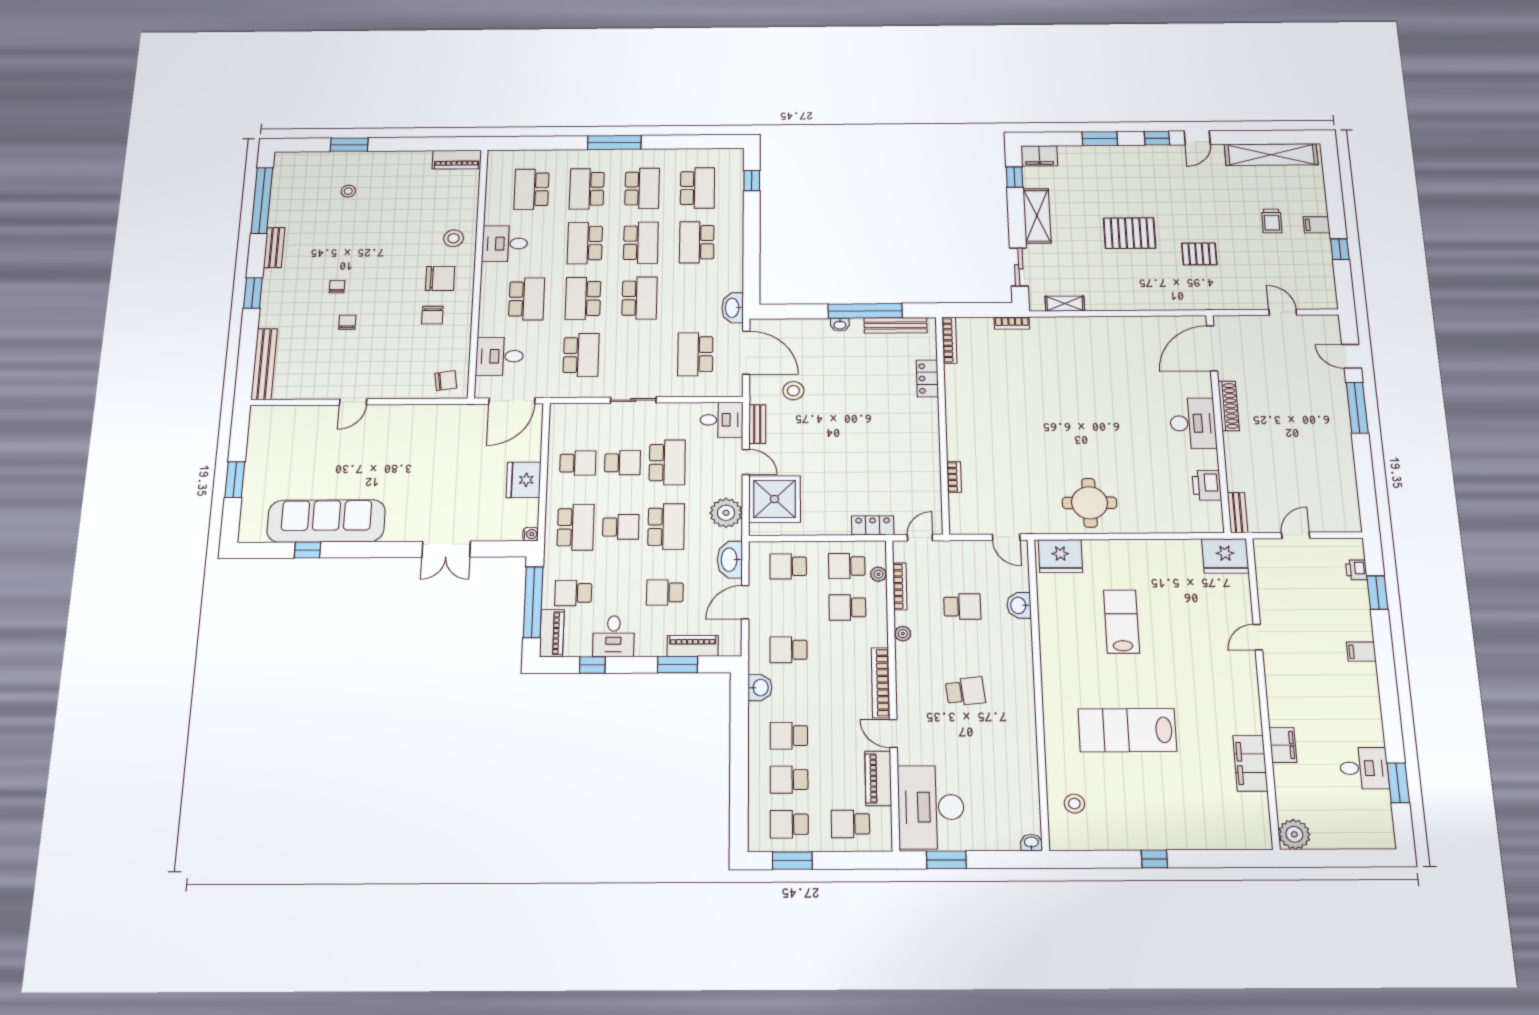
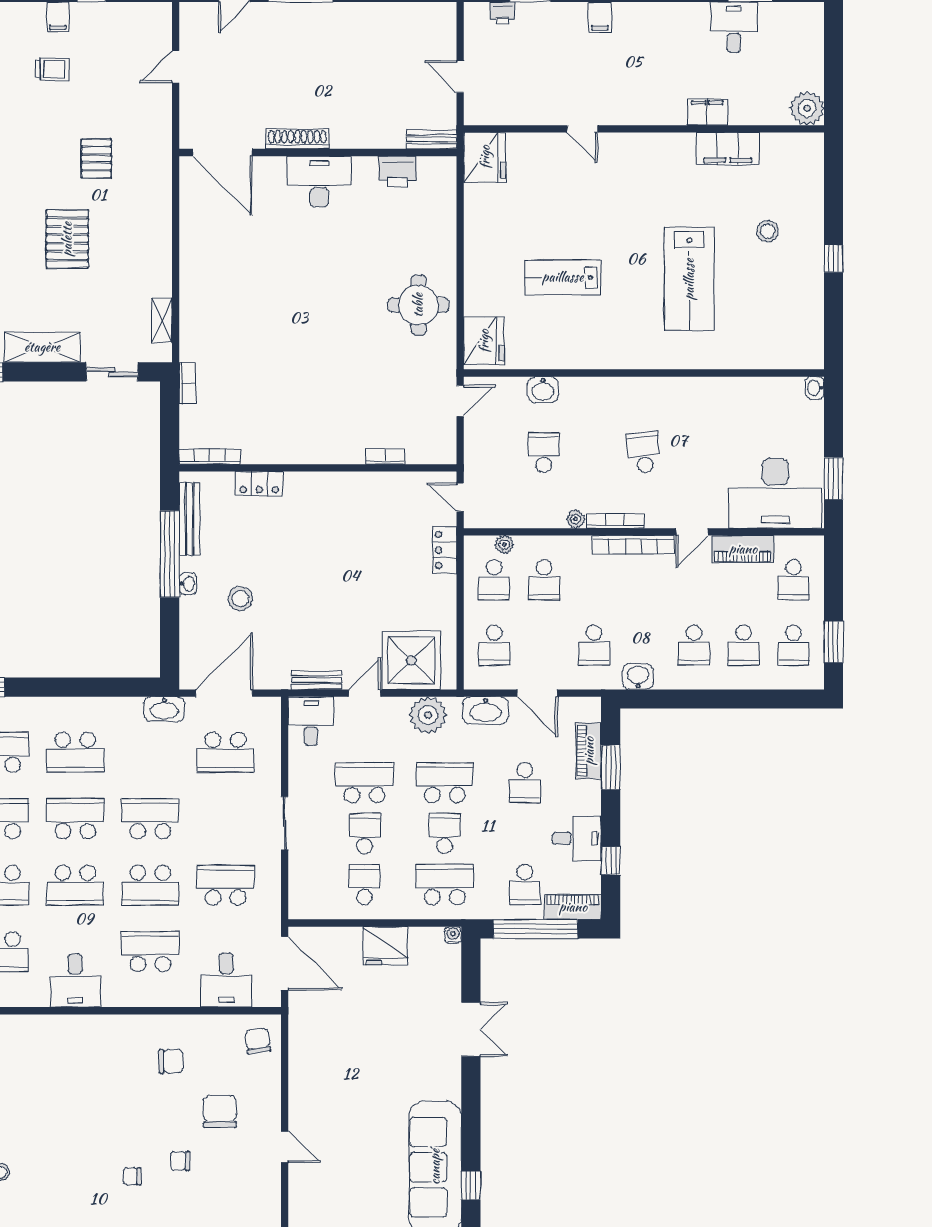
stool: (454, 238) -> (67, 1042), removed
chair: (440, 278) -> (220, 1111), moved
stool: (793, 391) -> (240, 598), moved
bookcase: (900, 586) -> (615, 521), moved
stool: (1074, 804) -> (768, 231), moved

